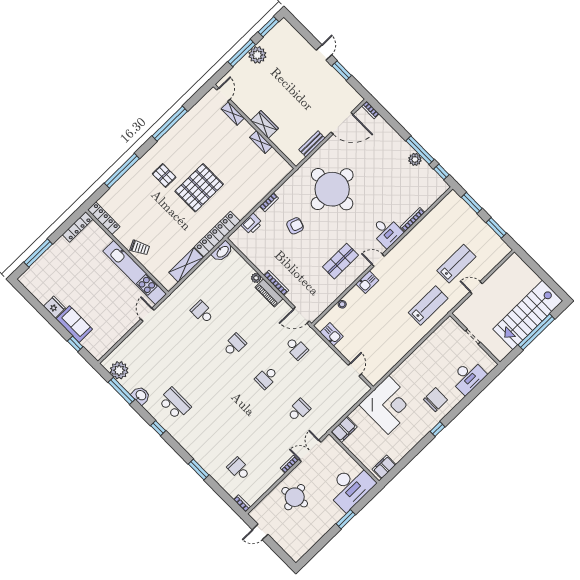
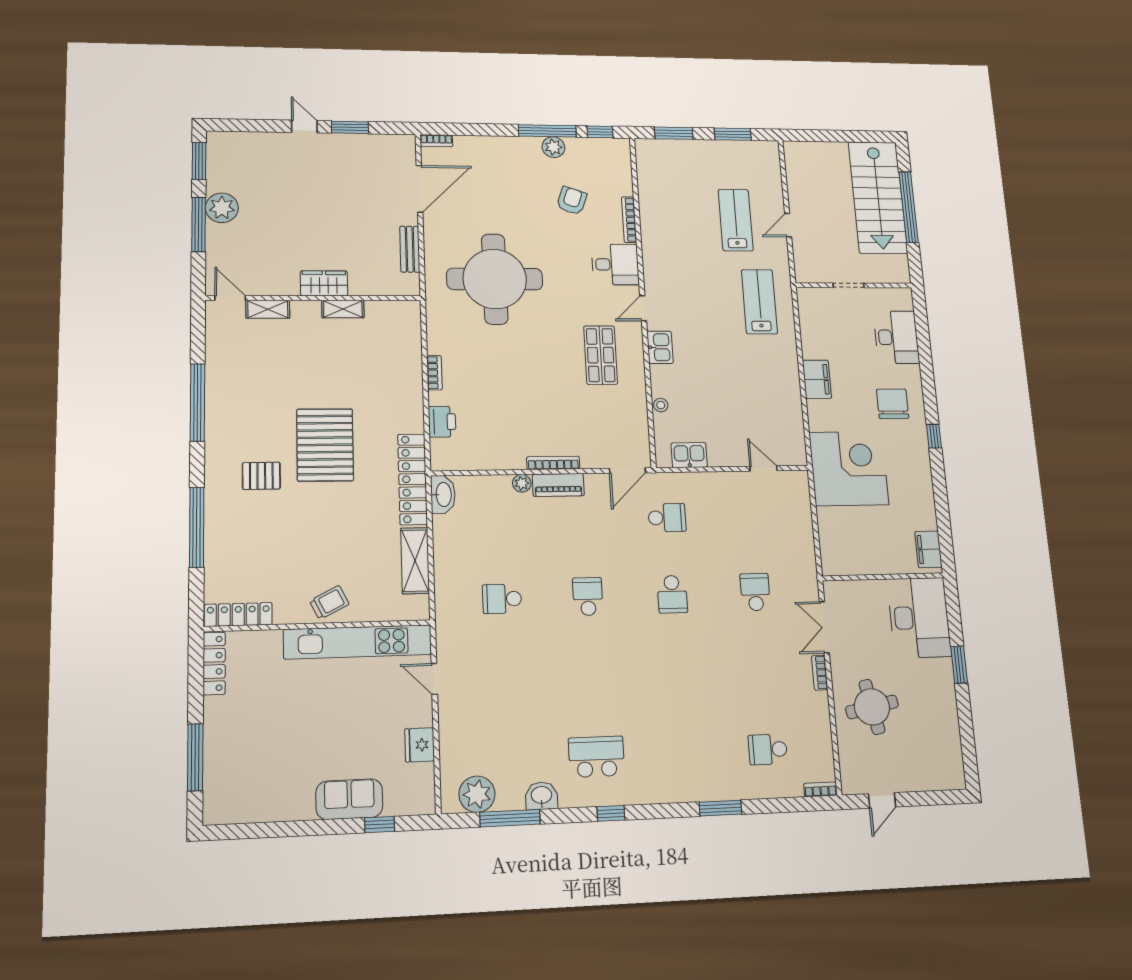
armchair: (295, 226) -> (572, 201), moved
fridge: (54, 307) -> (420, 745), moved, turned -90
filing cabinet: (344, 429) -> (817, 379), moved

